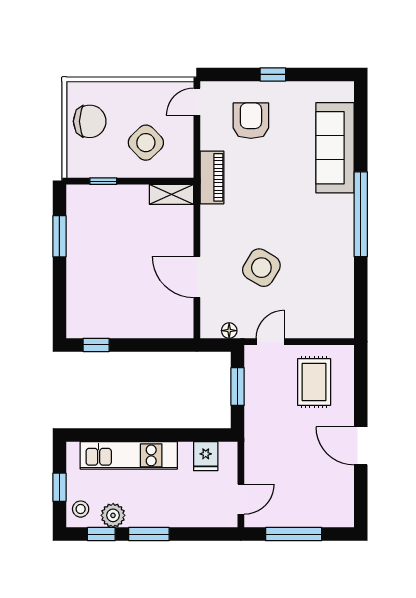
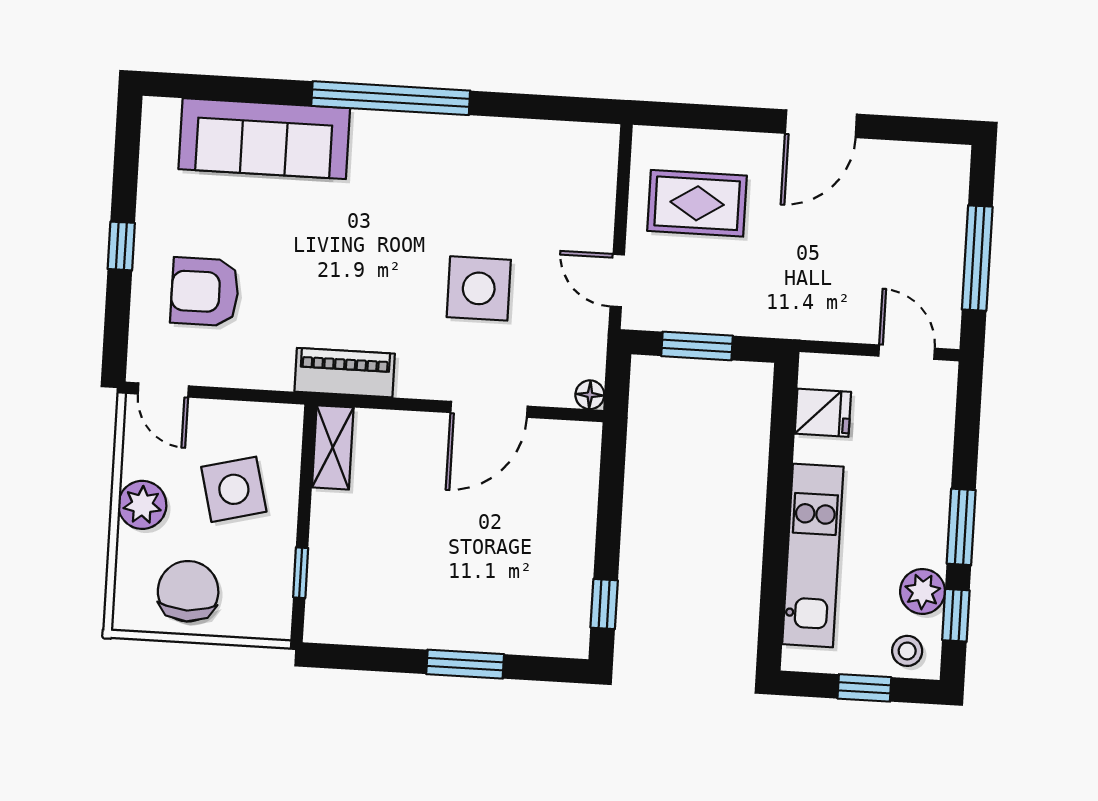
plant: (135, 94) -> (142, 505), added
side table: (146, 143) -> (234, 489), turned 30
piano: (212, 177) -> (345, 373), moved
window: (59, 236) -> (465, 664), moved
side table: (261, 268) -> (479, 288), turned -31
floor lamp: (229, 331) -> (590, 395), moved

